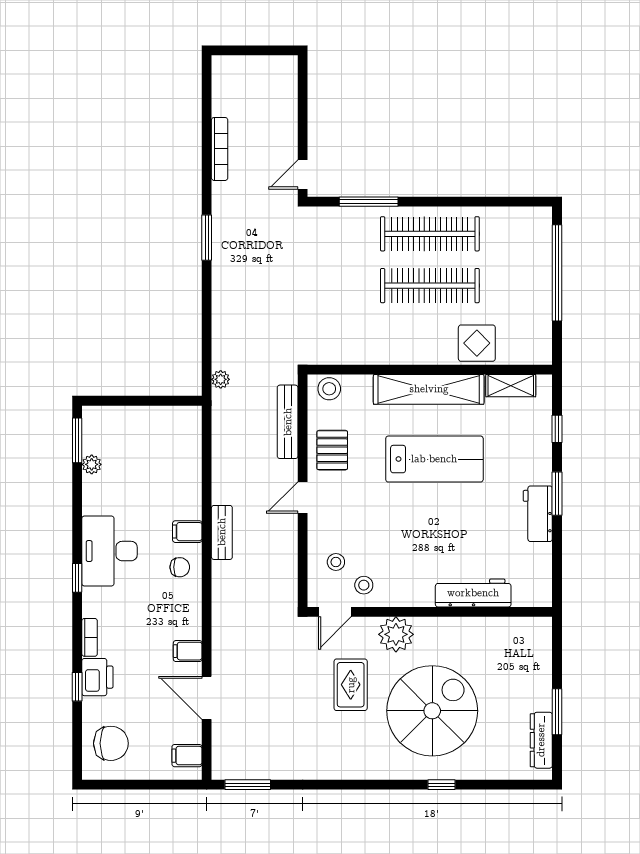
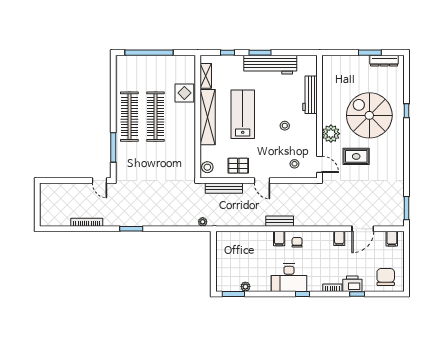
workbench: (538, 514) -> (270, 65), width x1.88, depth x1.32
stool: (364, 585) -> (285, 126), moved

